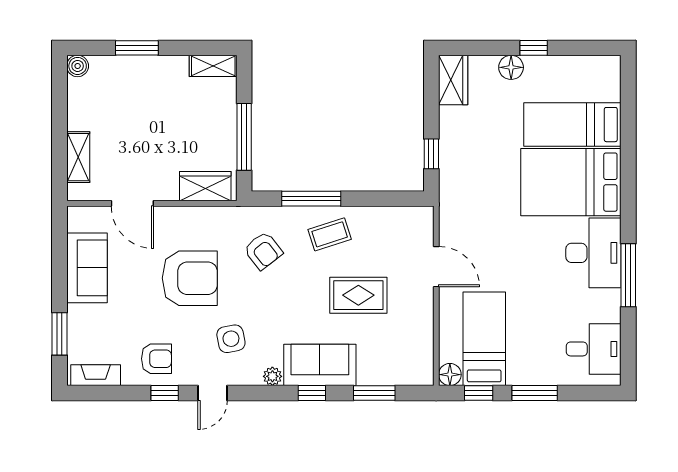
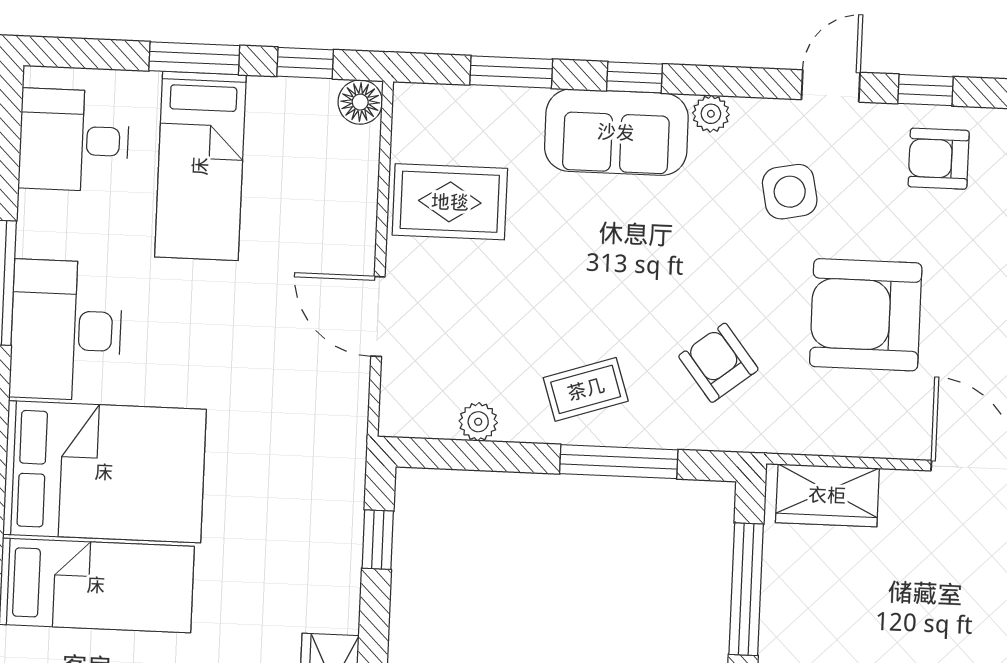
plant: (383, 216) -> (478, 422), added
rug: (358, 295) -> (450, 202), moved
bed: (484, 339) -> (200, 166), moved

